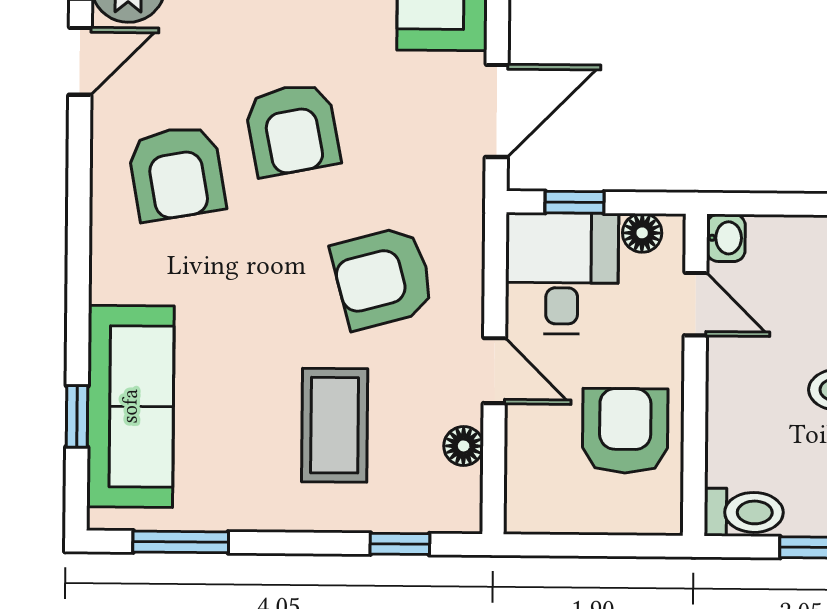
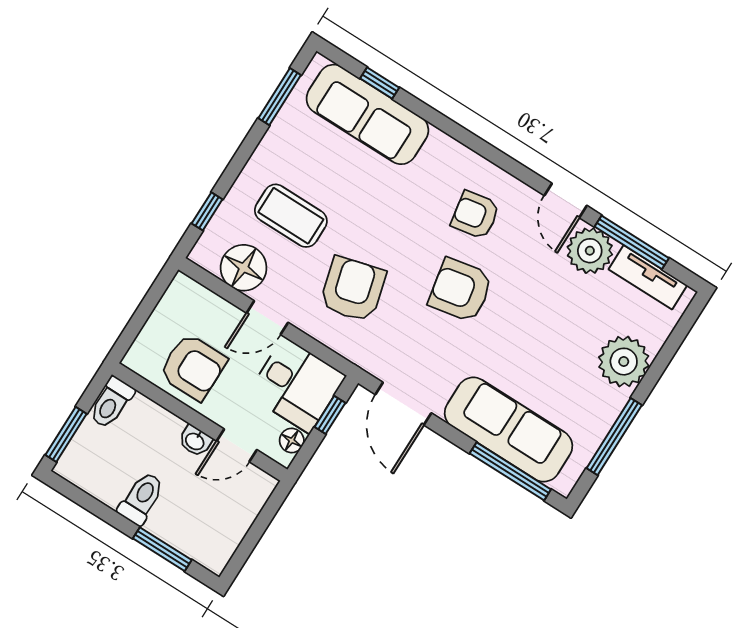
armchair: (177, 173) -> (475, 215), width x0.72, depth x0.72
washbasin: (726, 238) -> (195, 441), moved
floor lamp: (464, 446) -> (244, 268), width x1.89, depth x1.89

